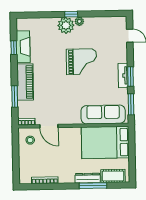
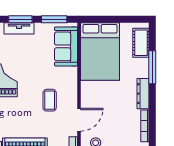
coffee table: (65, 102) -> (50, 100), added
sofa: (103, 114) -> (66, 46), width x0.73
dresser: (88, 178) -> (143, 94), moved

